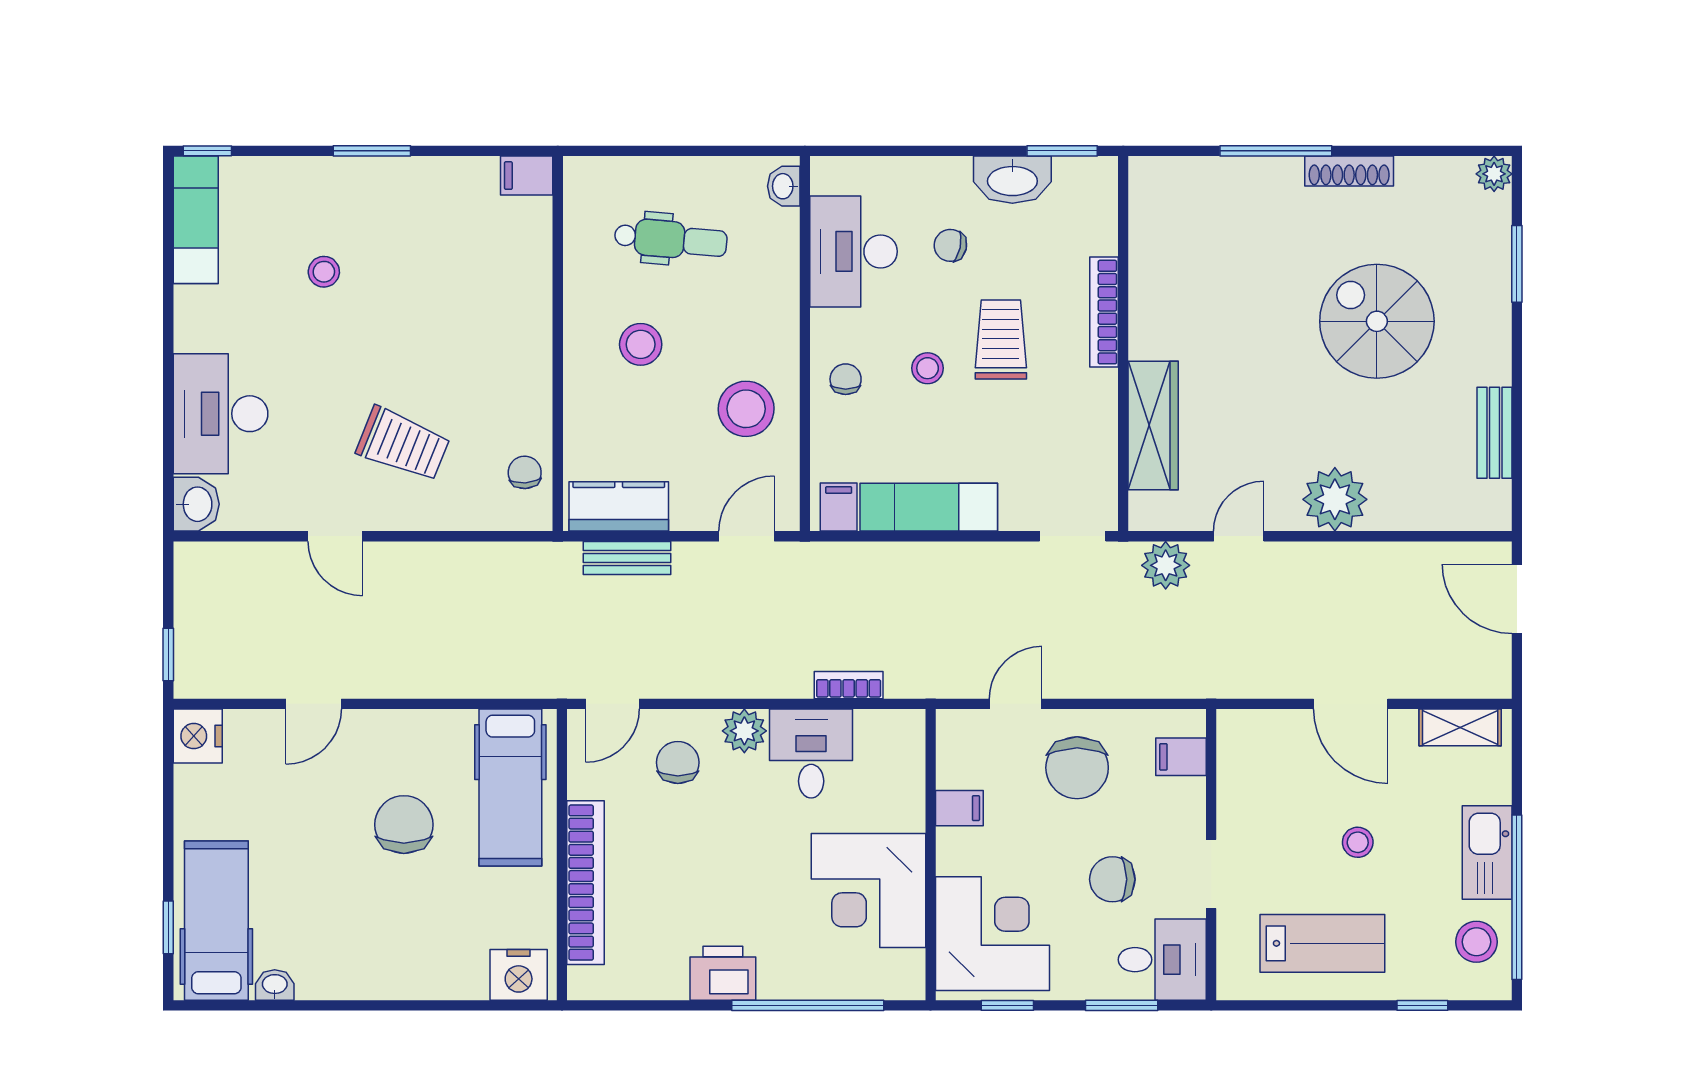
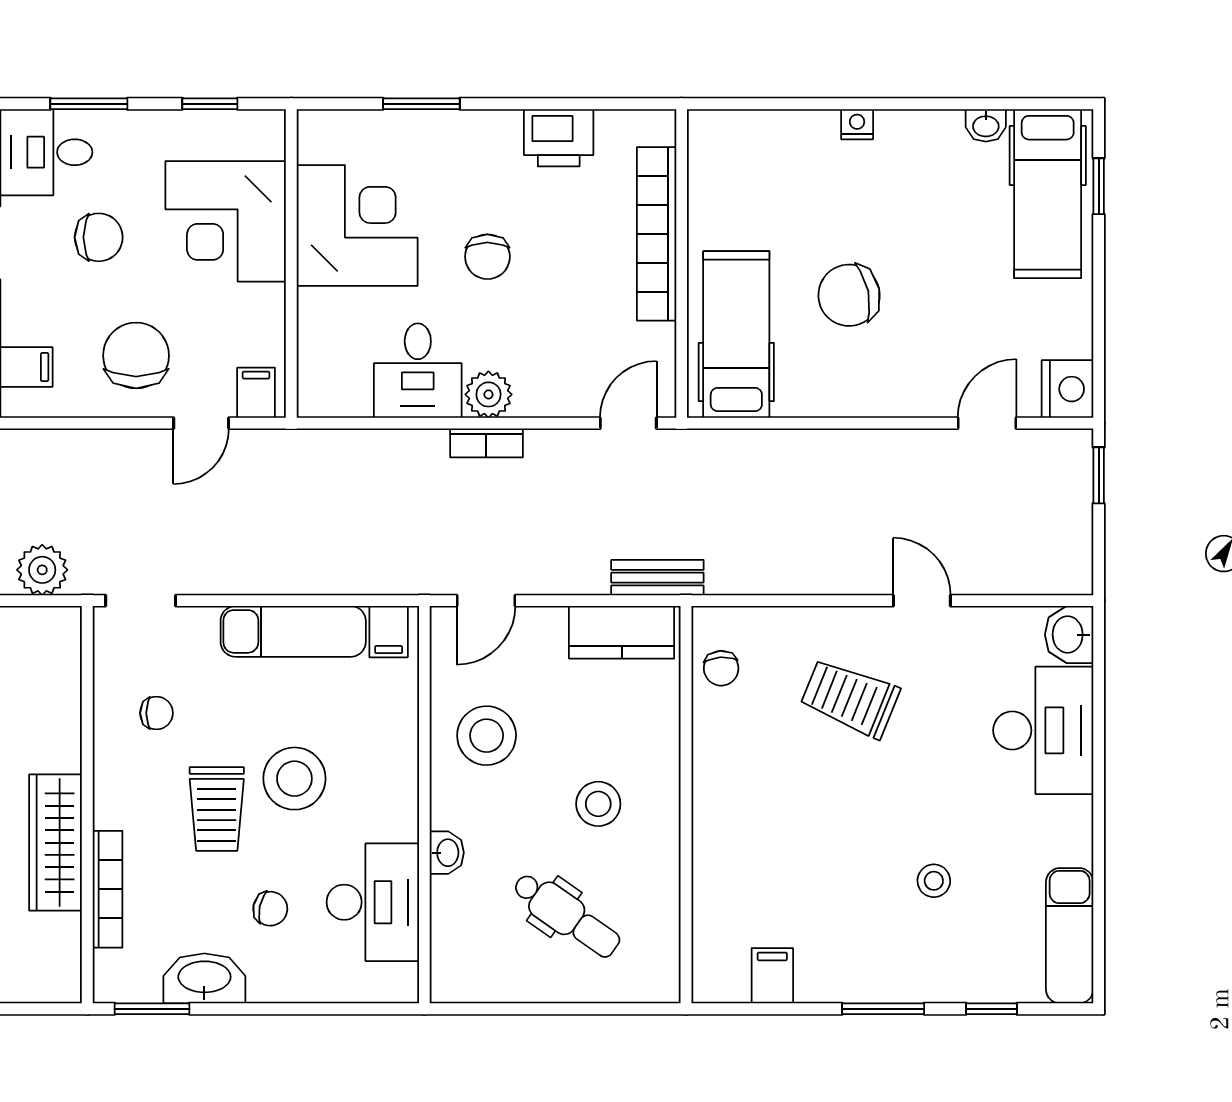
window: (207, 151) -> (991, 1009), moved
filing cabinet: (527, 176) -> (772, 976), moved, turned -90
washbasin: (784, 186) -> (447, 853), moved
dental chair: (671, 239) -> (566, 915), turned -150
bookcase: (1104, 312) -> (107, 889), moved
stool: (928, 368) -> (294, 779), width x1.89, depth x1.89
chair: (846, 379) -> (157, 713), moved, turned -90
wardrobe: (1153, 425) -> (56, 843), moved
bench: (627, 558) -> (657, 578), moved
bookcase: (849, 685) -> (486, 443), moved
door: (314, 704) -> (987, 423), moved
chair: (678, 762) -> (487, 257), moved
filing cabinet: (959, 808) -> (256, 393), moved, turned 90
chair: (404, 825) -> (849, 295), turned 78
corner desk: (993, 934) -> (226, 221), moved
printer: (723, 973) -> (559, 138), moved
nightstand: (519, 975) -> (857, 124), moved, width x0.53, depth x0.56
window: (808, 1005) -> (421, 104), width x0.47

